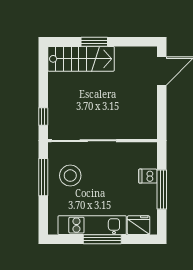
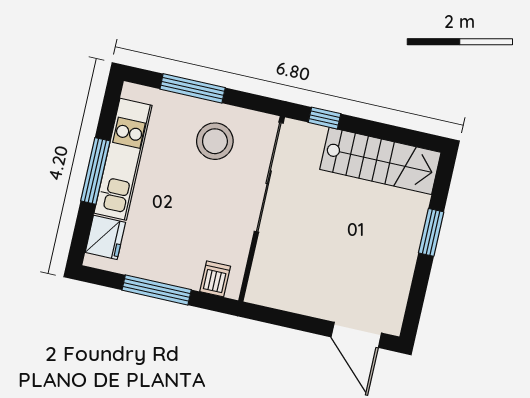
stairs: (81, 59) -> (380, 161), moved, turned -90
dishwasher: (148, 176) -> (215, 279), moved
window: (43, 177) -> (193, 88), moved

